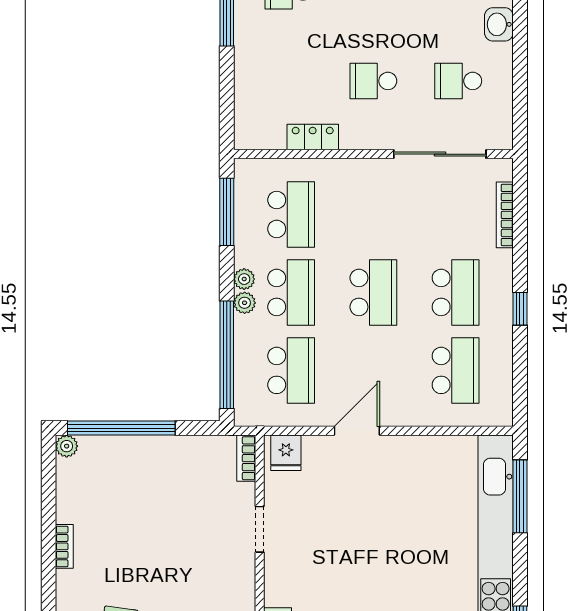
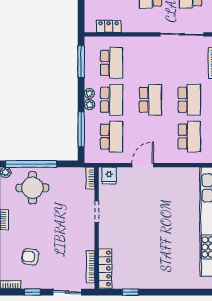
locker: (313, 137) -> (109, 26), moved
window: (227, 355) -> (81, 129), width x0.68
round table: (124, 479) -> (32, 188), added

